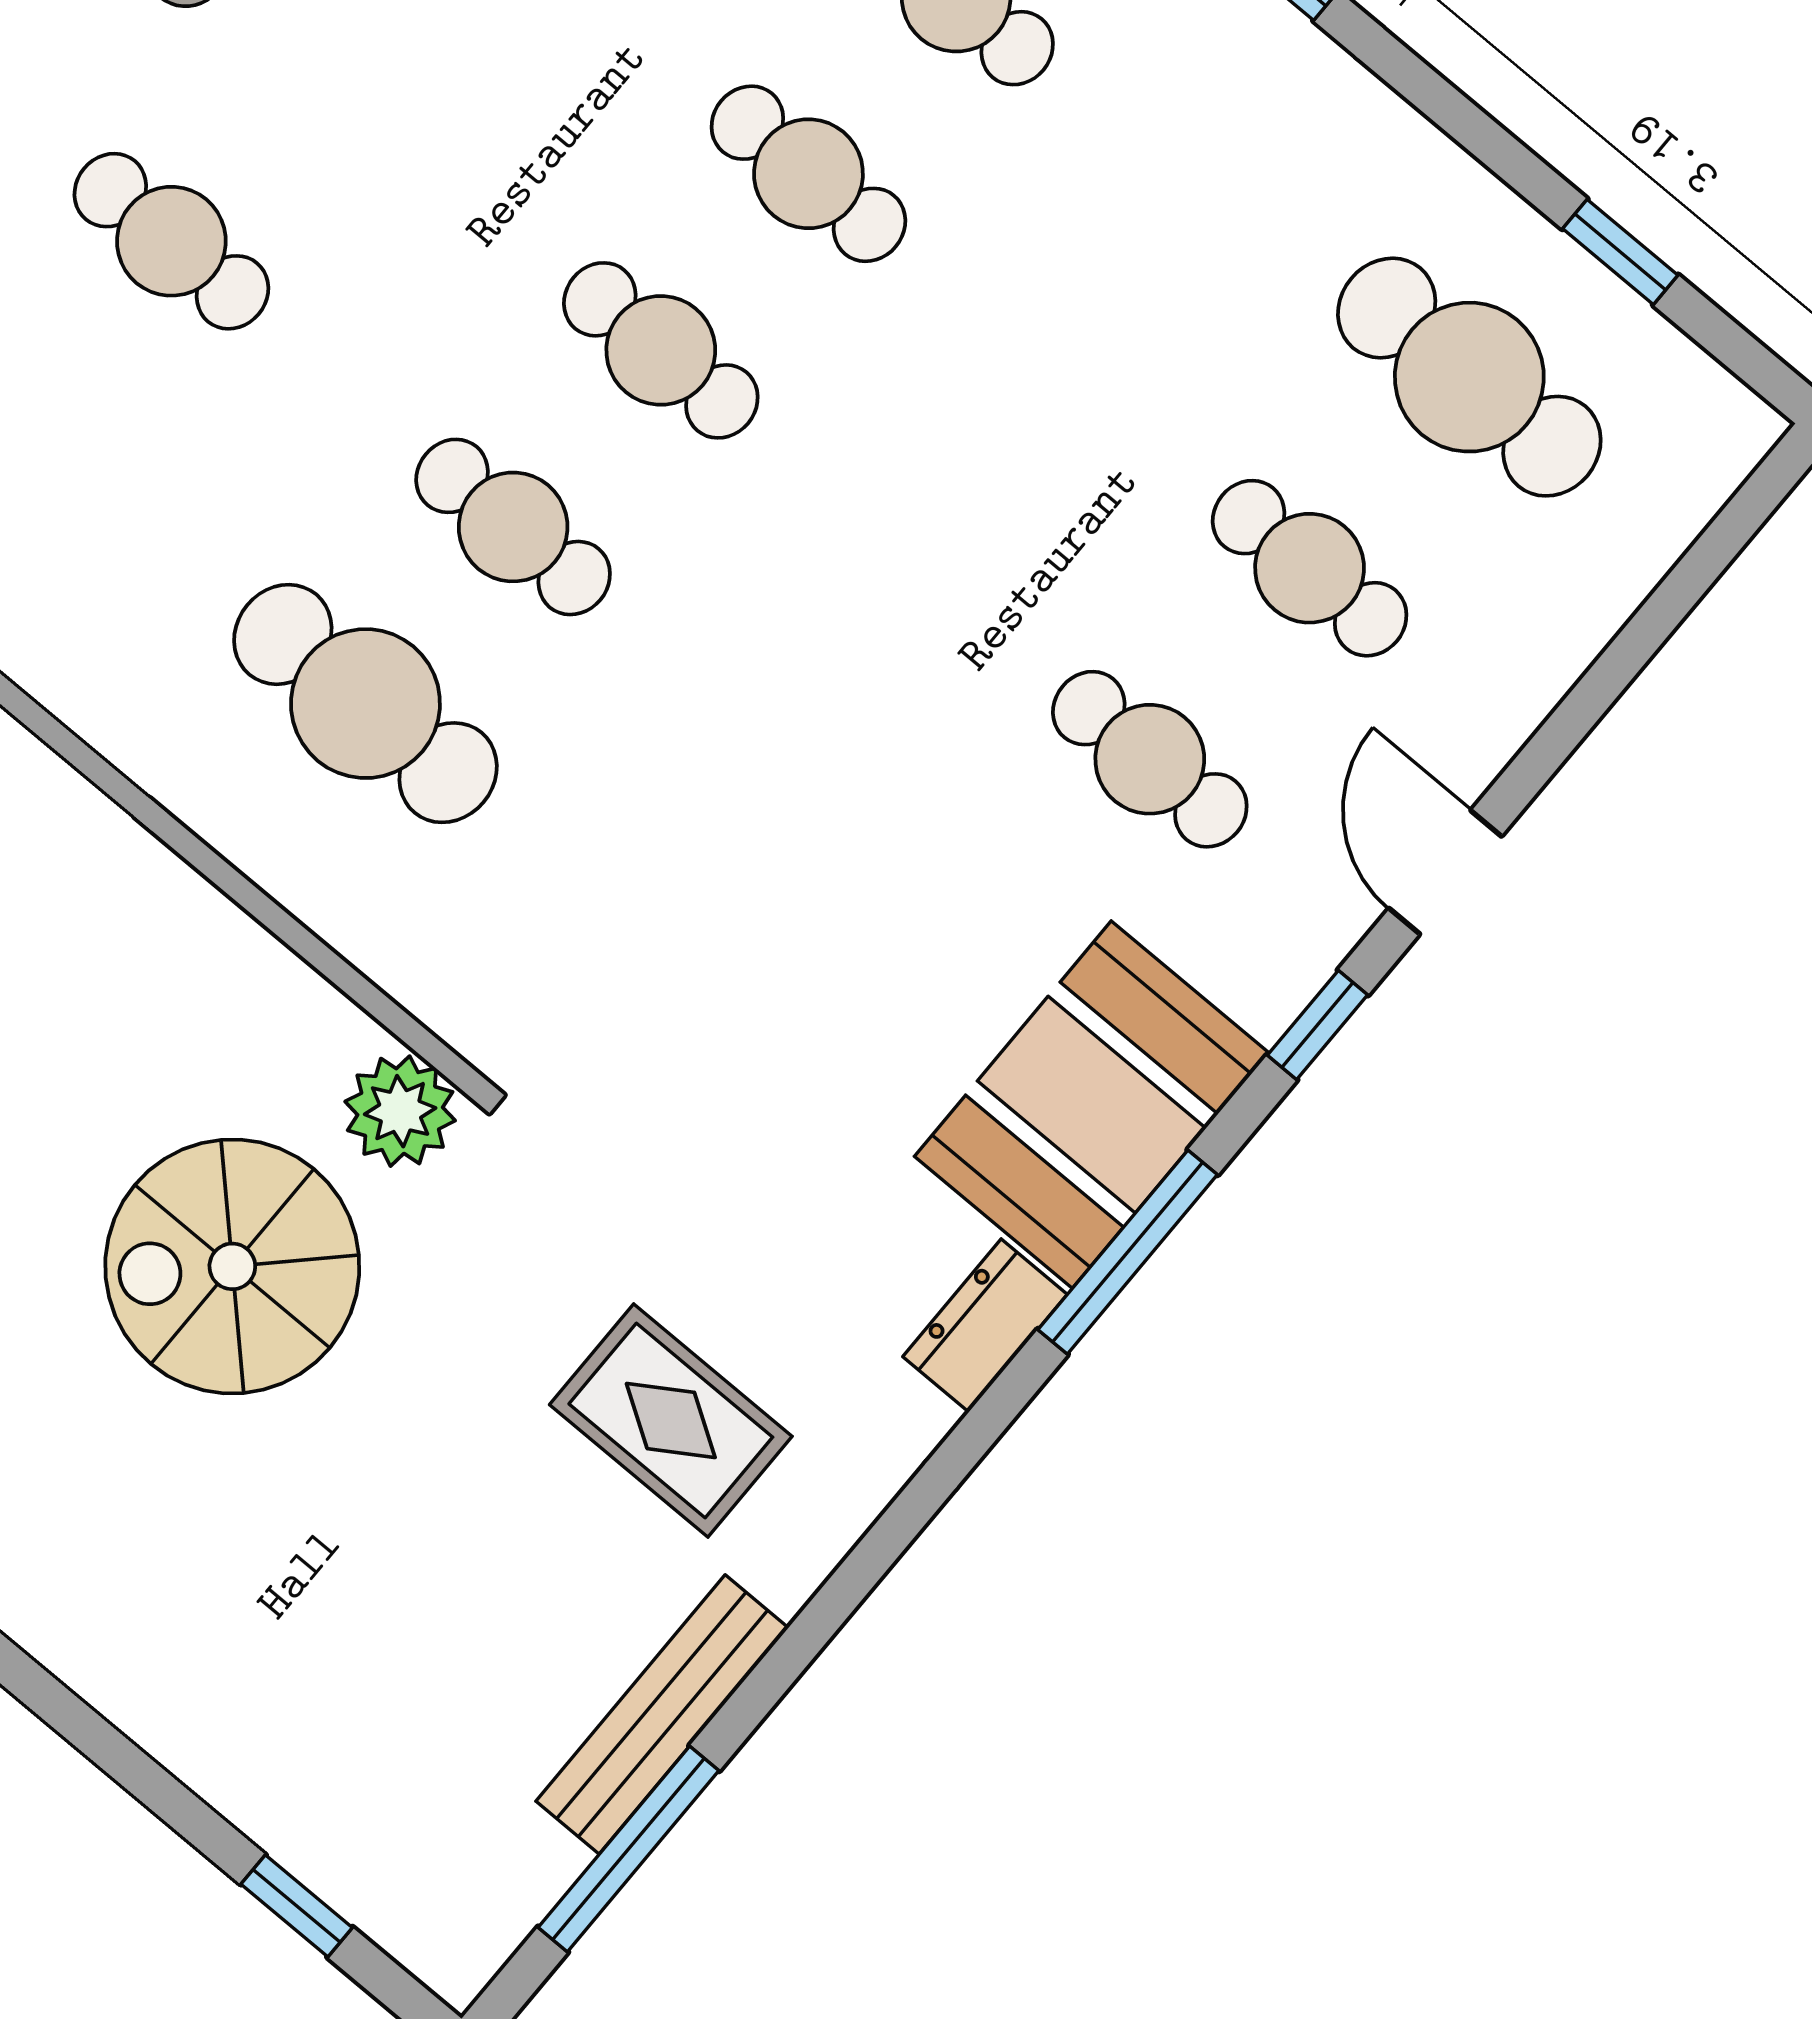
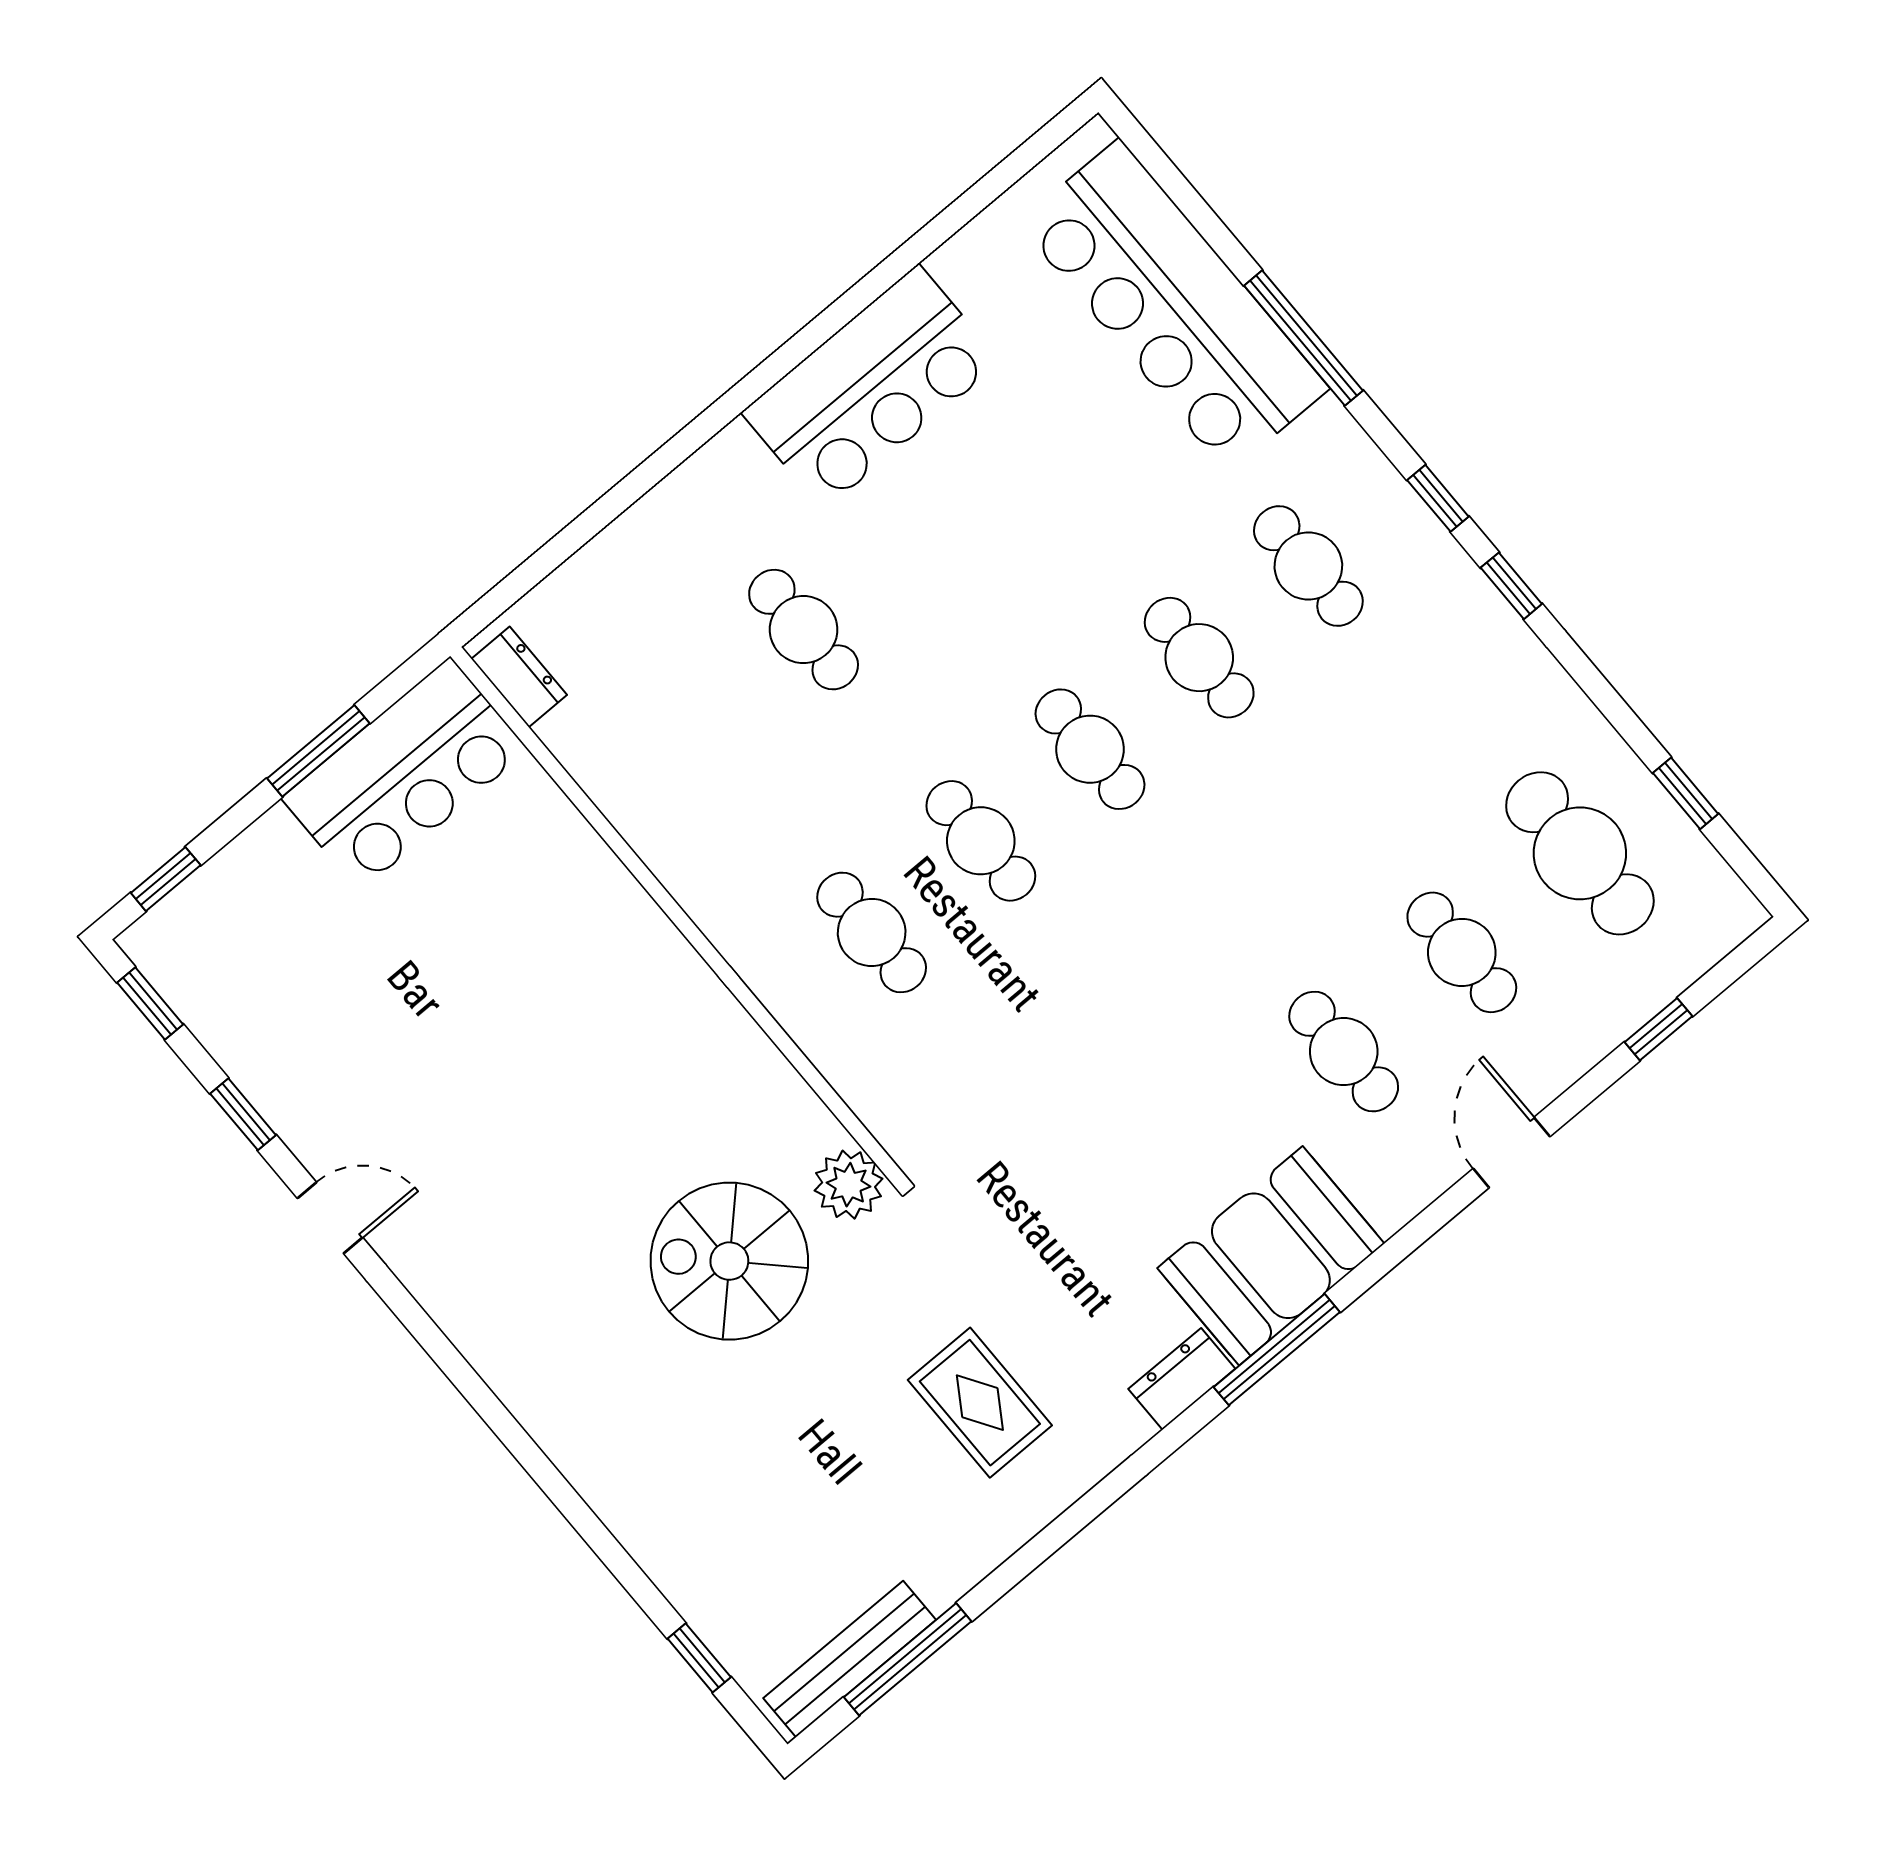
cafe table: (365, 704) -> (872, 932), width x0.73, depth x0.74
window: (1317, 1025) -> (1658, 1029), moved
bench: (662, 1714) -> (850, 1659), moved

